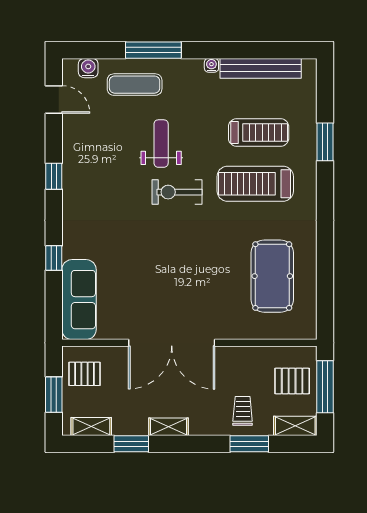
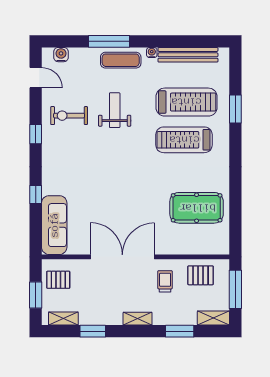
exercise mat: (135, 85) -> (121, 60), moved
treadmill: (259, 132) -> (186, 102), width x1.37, depth x1.38
exercise bike: (177, 192) -> (69, 116), moved
pool table: (272, 276) -> (197, 208), turned 90
double door: (172, 343) -> (122, 257), swing flipped
pallet: (292, 381) -> (201, 275), moved
trolley: (243, 411) -> (165, 281), moved
shelving: (169, 427) -> (138, 319), moved

